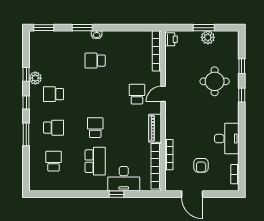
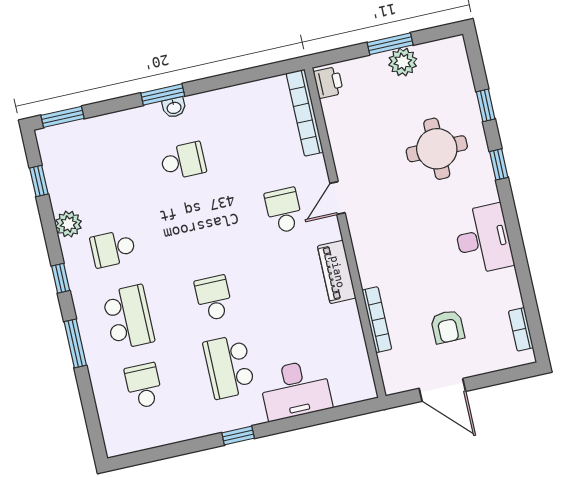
window: (82, 28) -> (163, 95), moved
school desk: (95, 61) -> (183, 161), turned 180
window: (26, 74) -> (39, 181), moved
school desk: (54, 128) -> (128, 317), width x1.85
desk: (227, 139) -> (483, 239), moved
school desk: (95, 161) -> (229, 367), turned 180
bookcase: (156, 166) -> (356, 349), removed
window: (116, 194) -> (238, 436), moved

